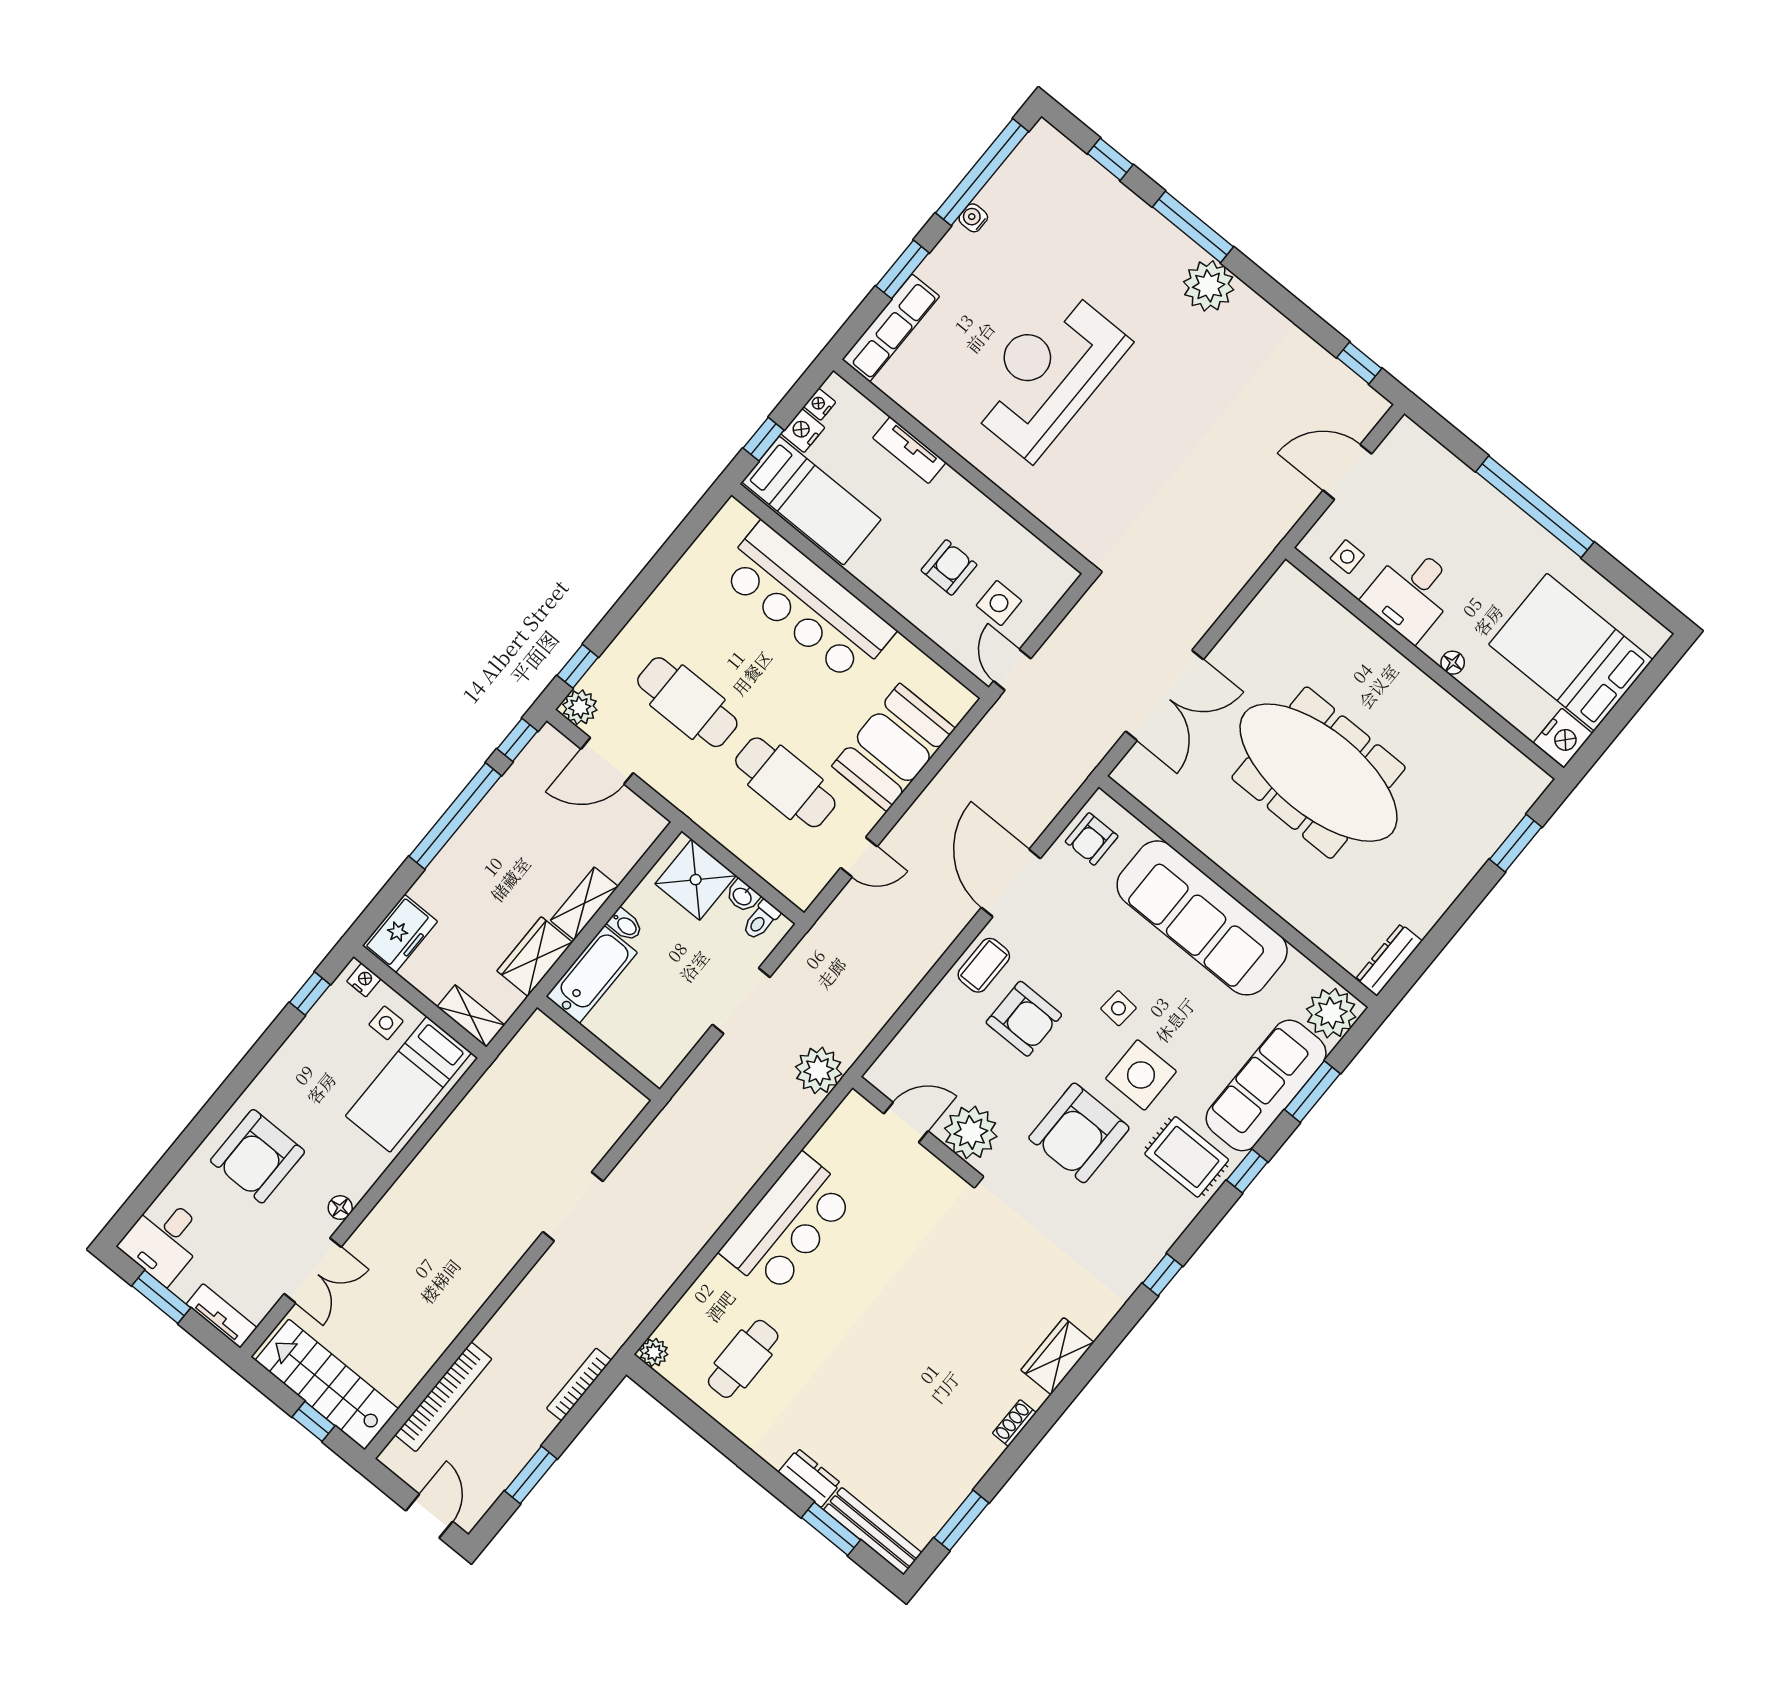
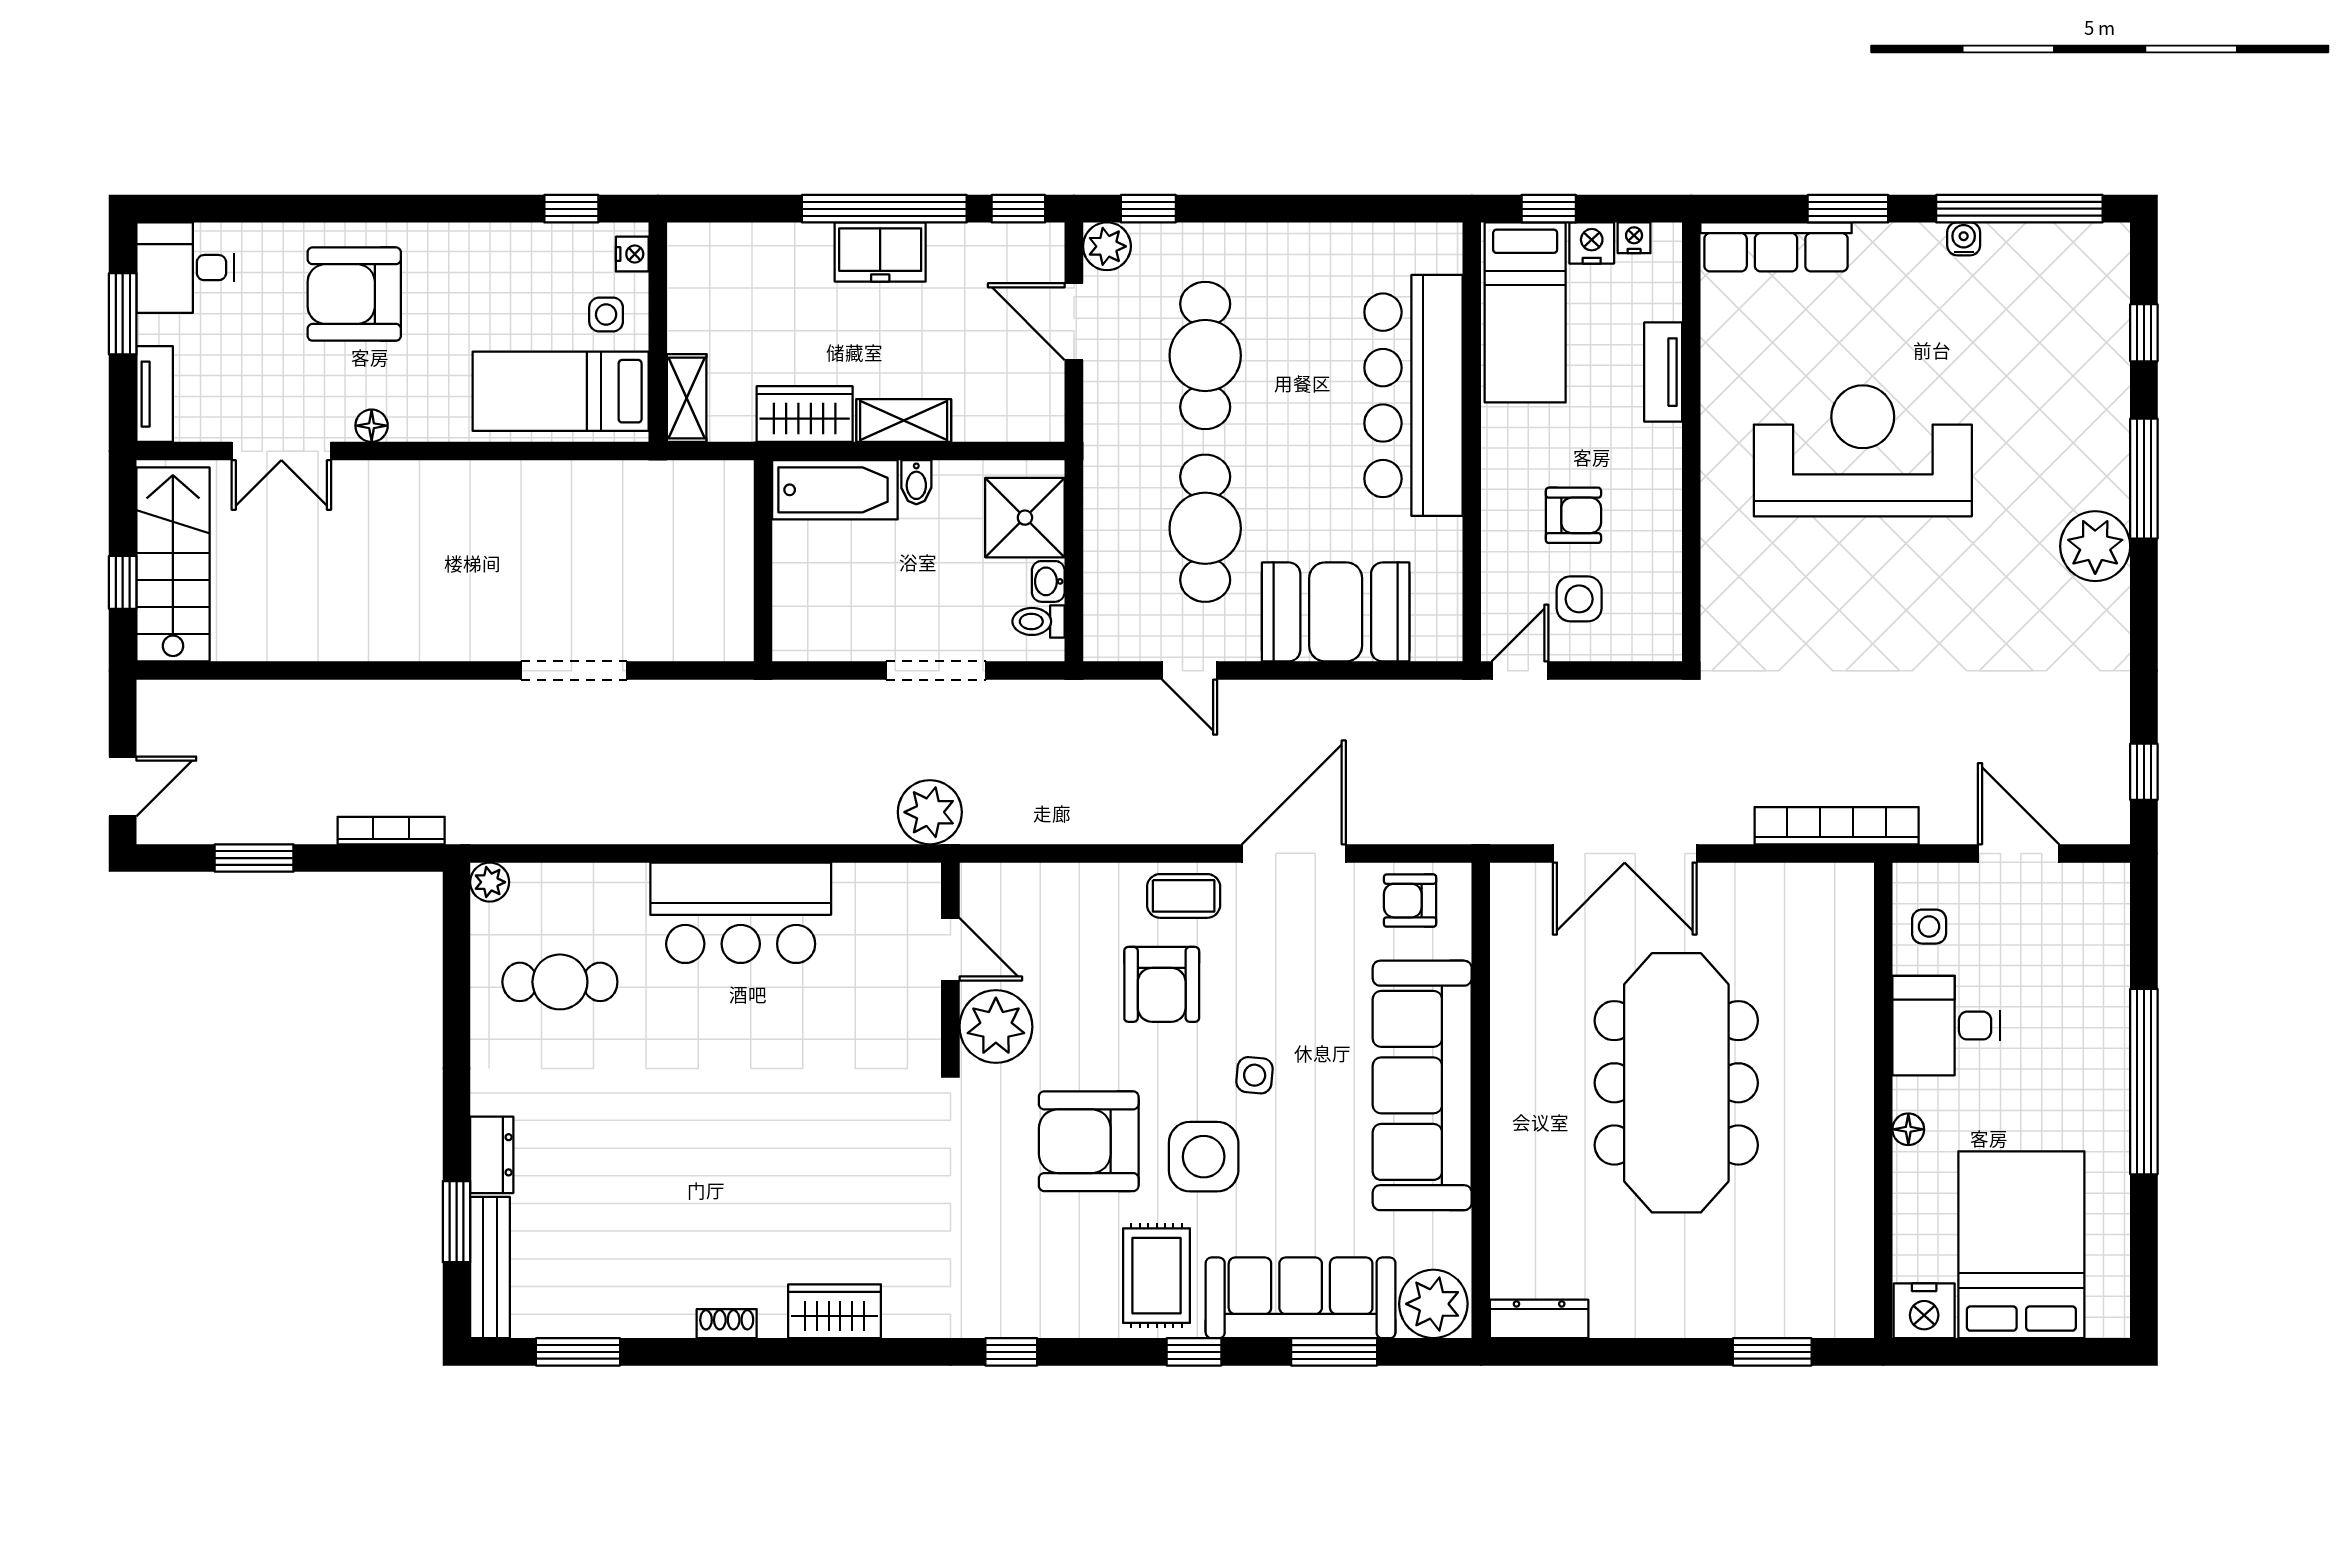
freezer: (400, 934) -> (880, 252), moved
bookcase: (443, 1397) -> (1837, 826), moved, turned 180

